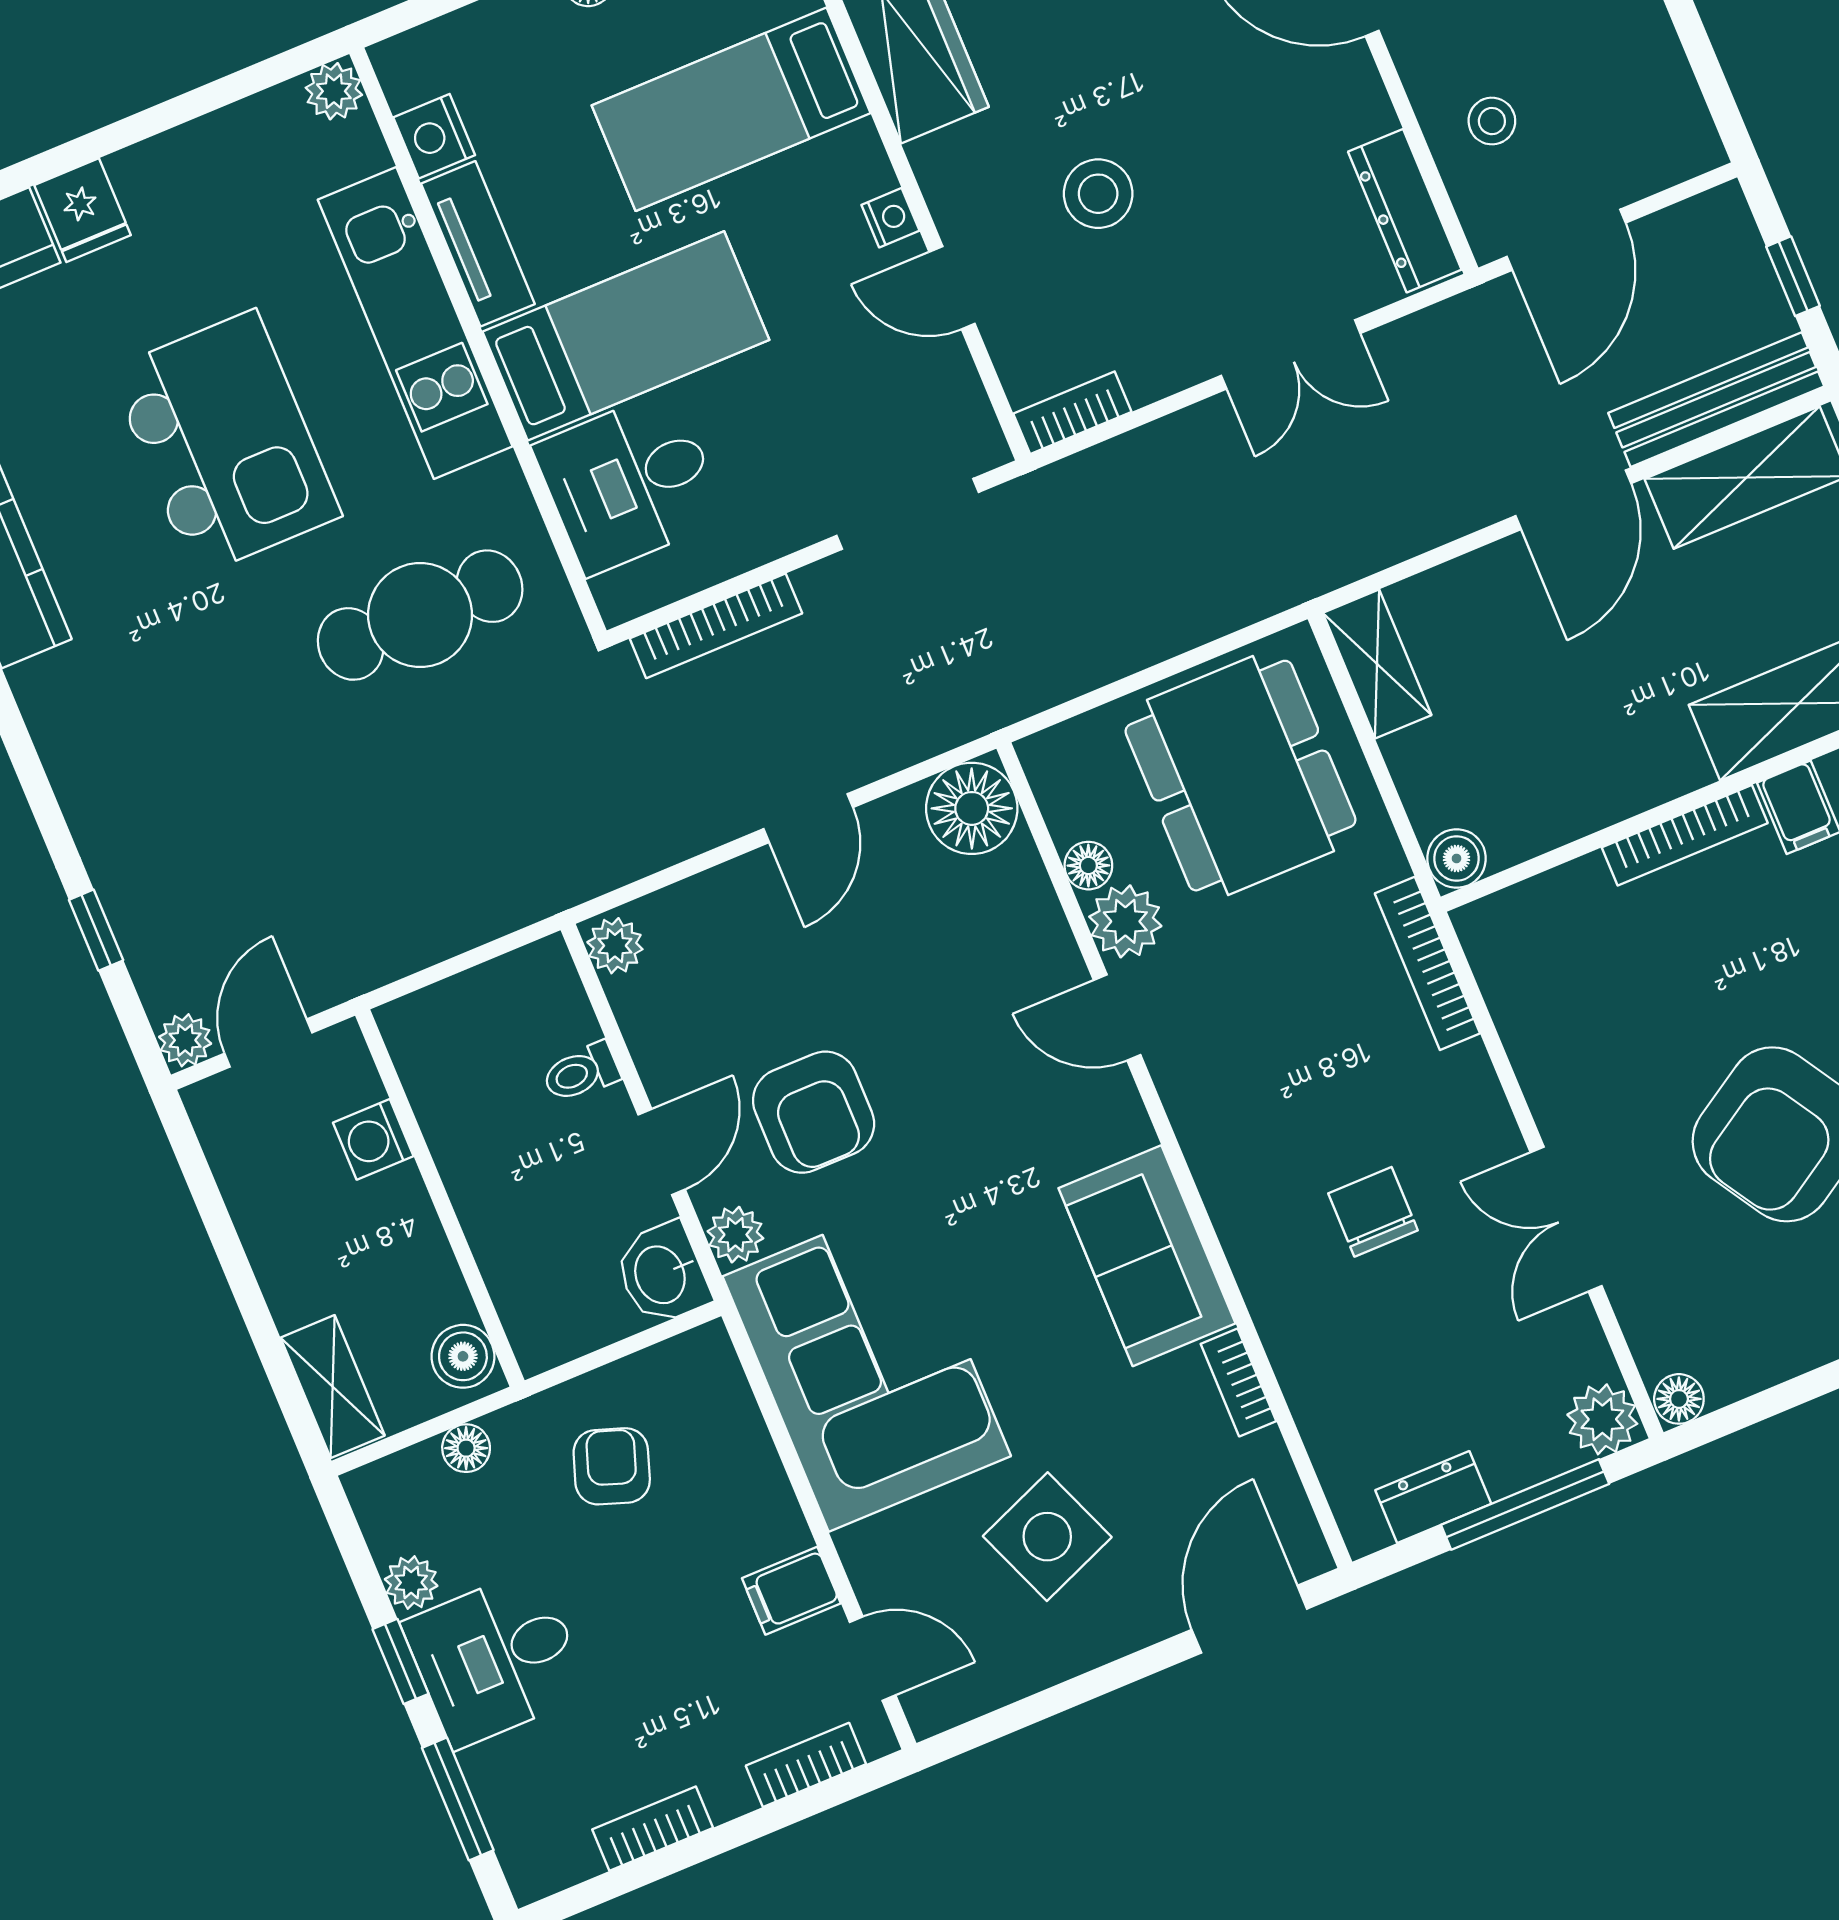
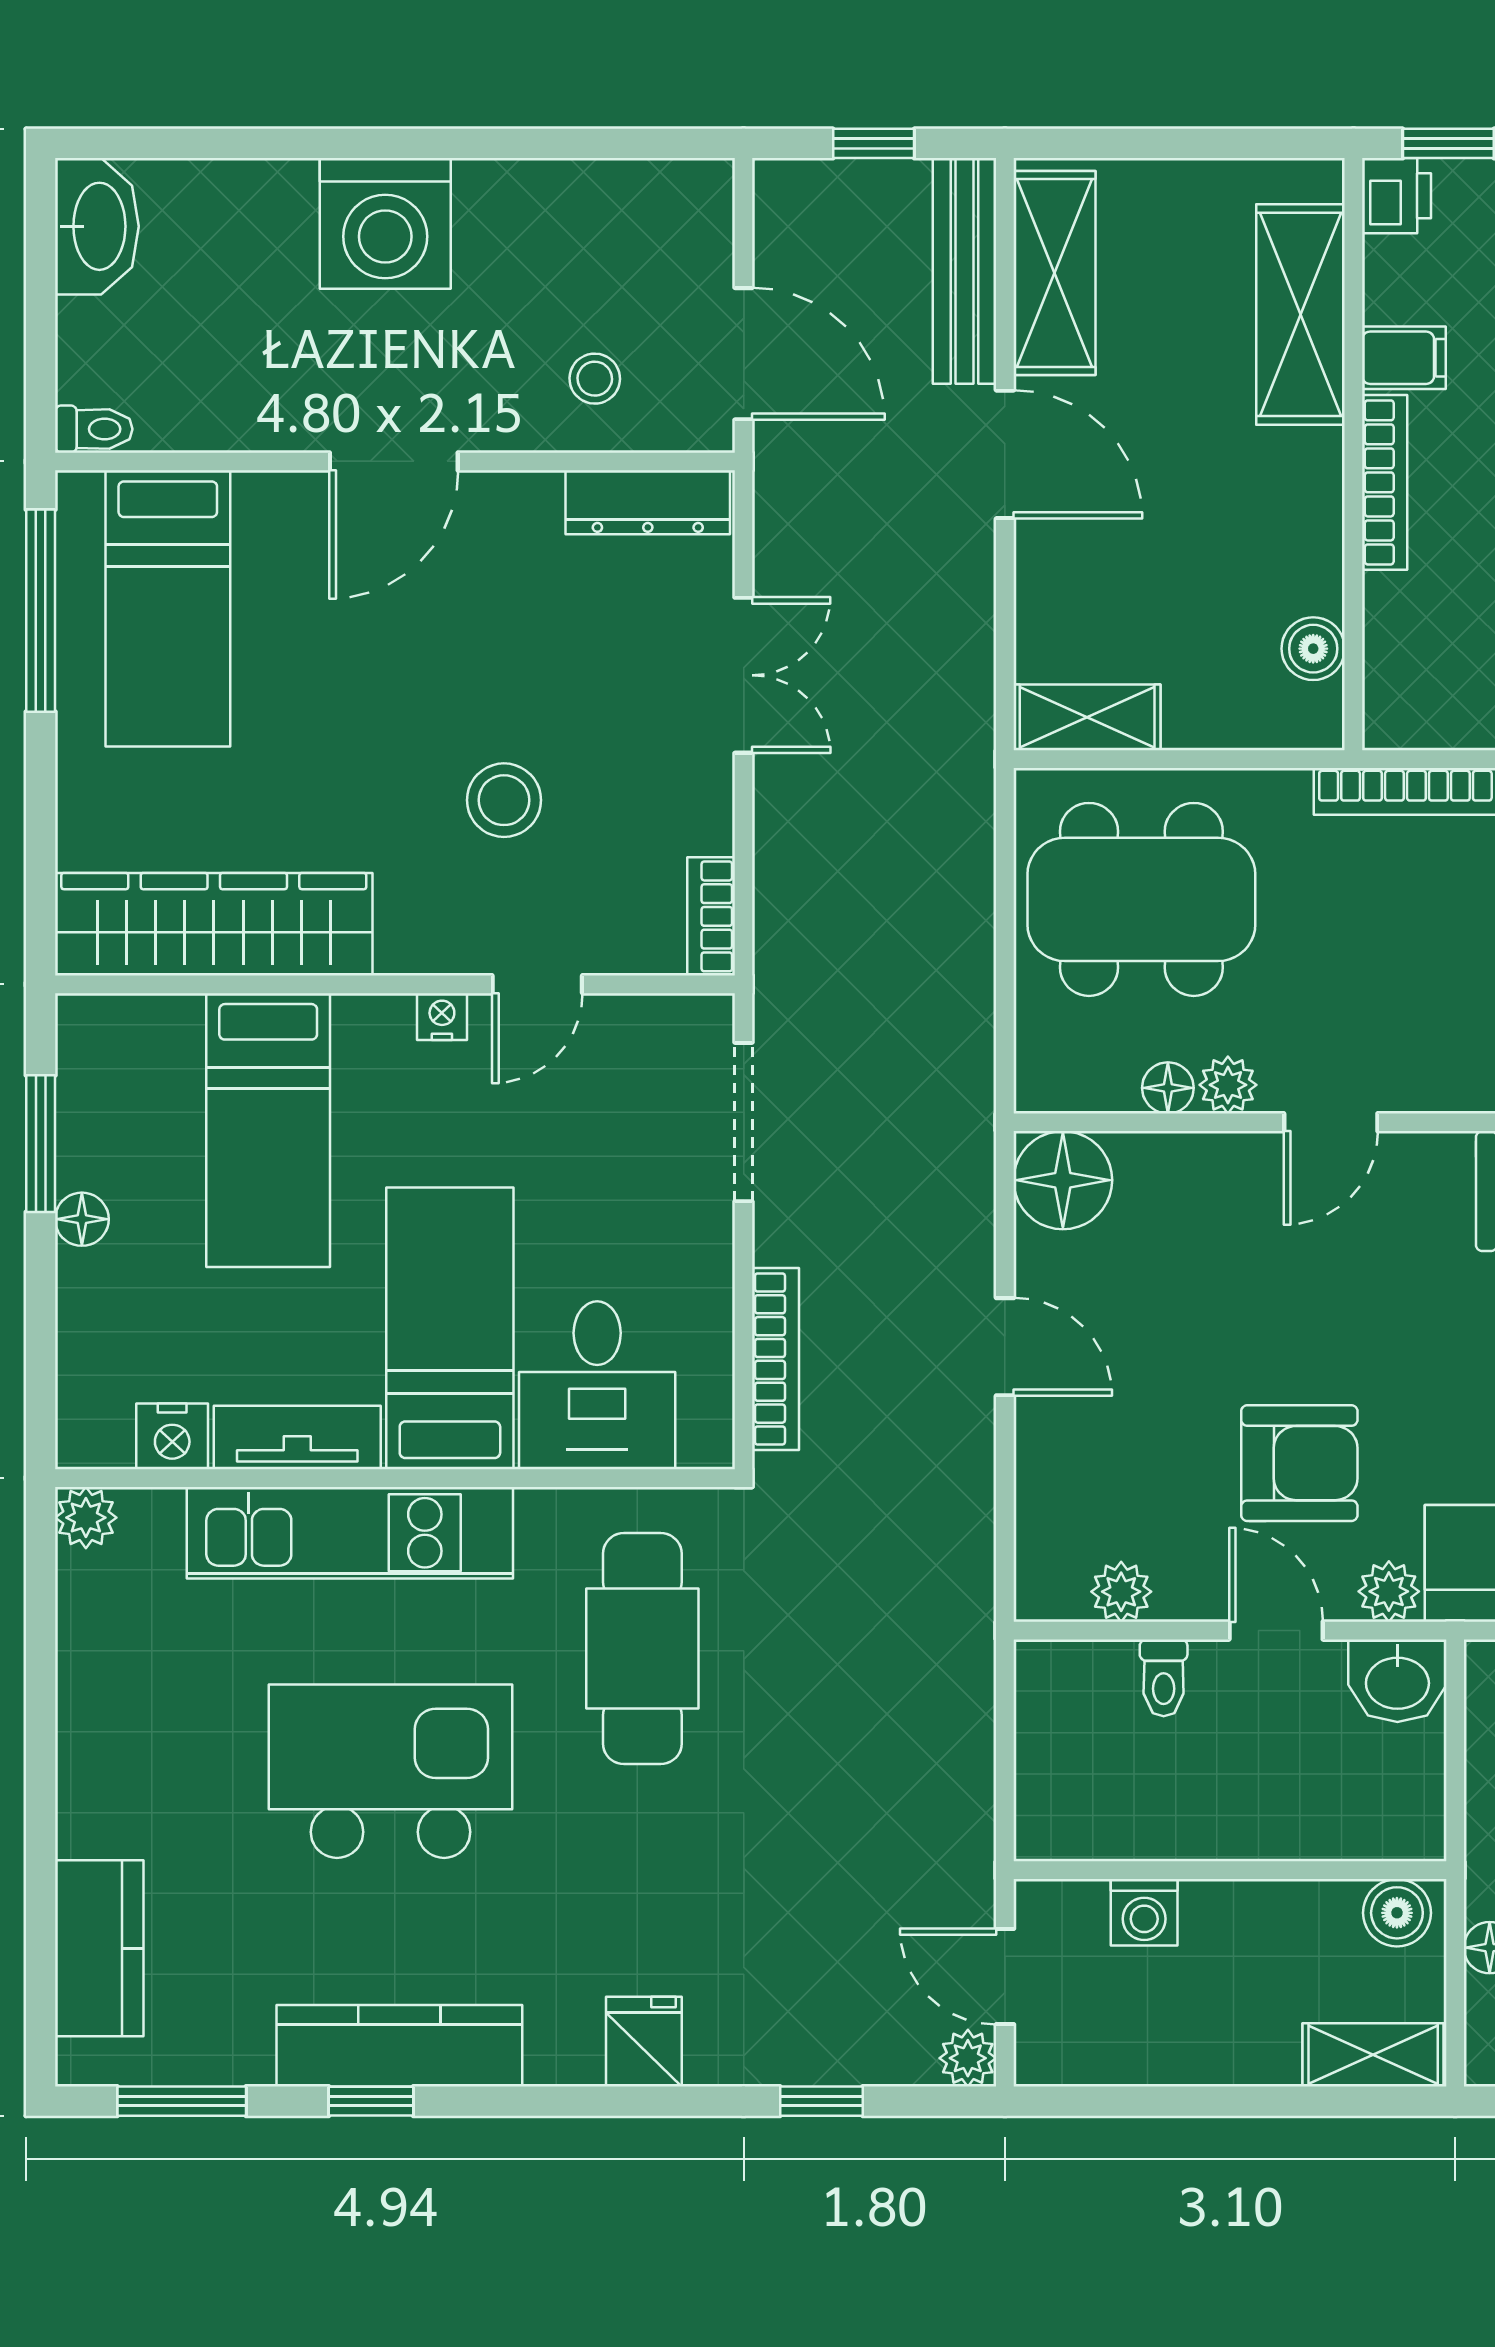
fridge: (83, 210) -> (644, 2042), moved, turned -90
boiler: (1457, 858) -> (1313, 649), moved
plant: (1125, 921) -> (1228, 1085), width x0.73, depth x0.73
plant: (615, 946) -> (1121, 1592), moved

